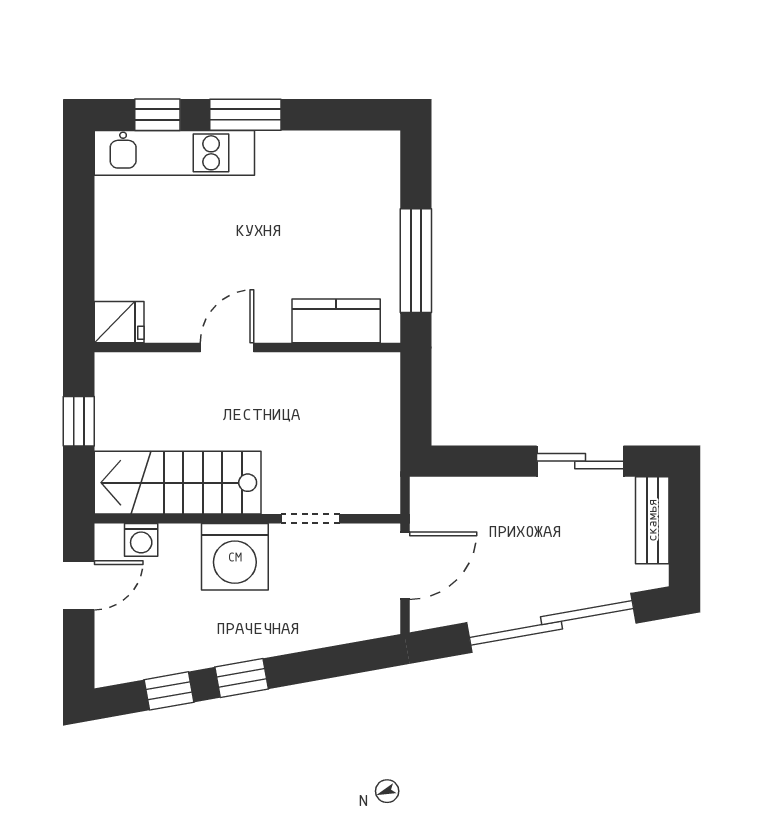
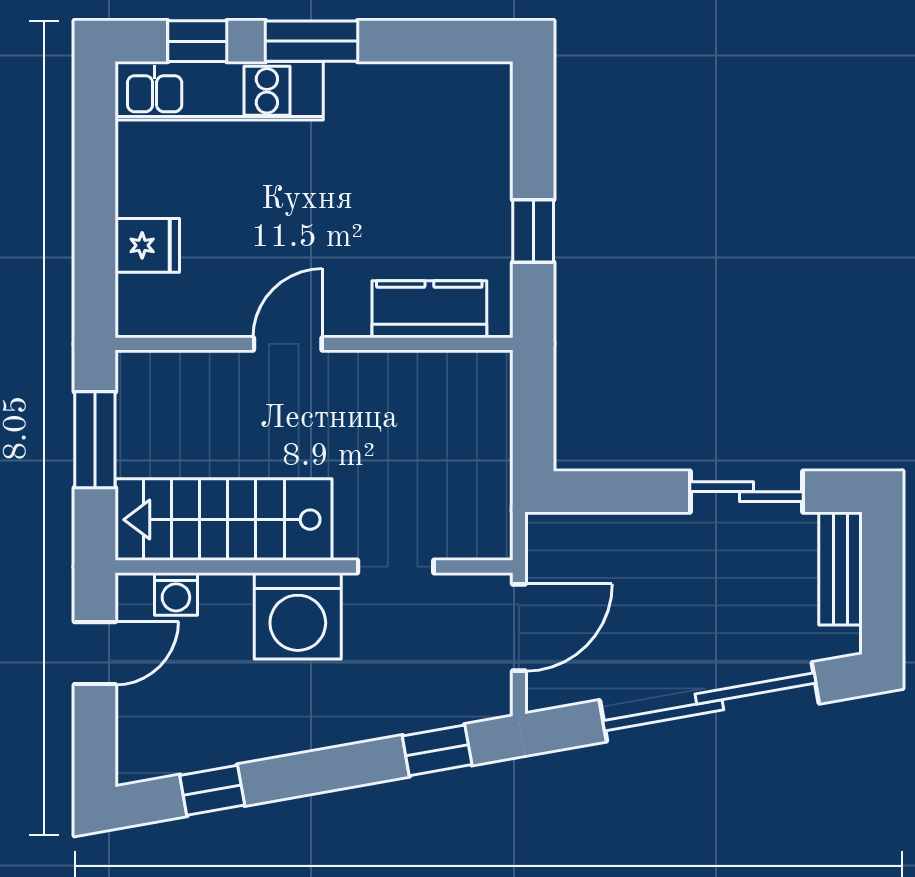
window: (416, 261) -> (533, 231), width x0.46
fridge: (119, 322) -> (147, 245), moved
window: (79, 421) -> (95, 440), width x1.50
window: (242, 678) -> (437, 750), moved

